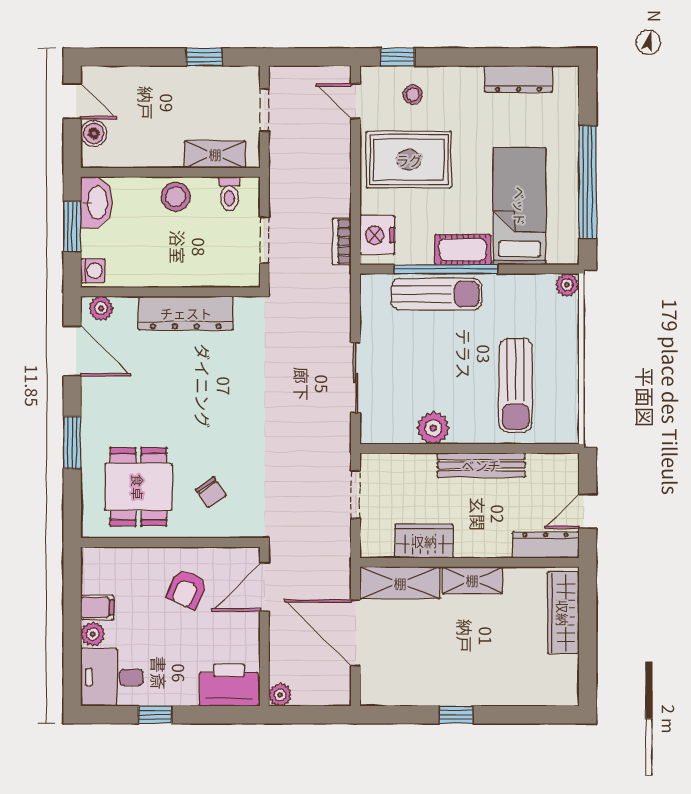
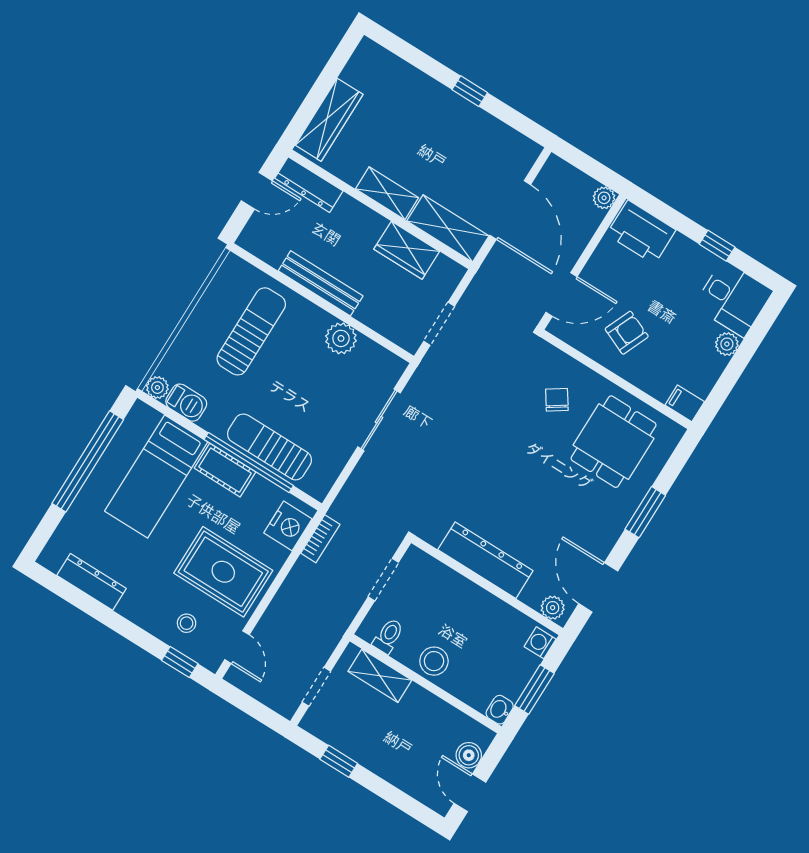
washbasin: (97, 202) -> (500, 710), width x0.52, depth x0.69
barbecue: (534, 287) -> (186, 403), added
filing cabinet: (97, 608) -> (685, 403), moved

